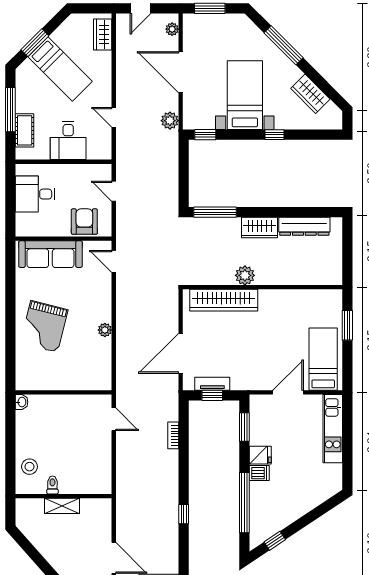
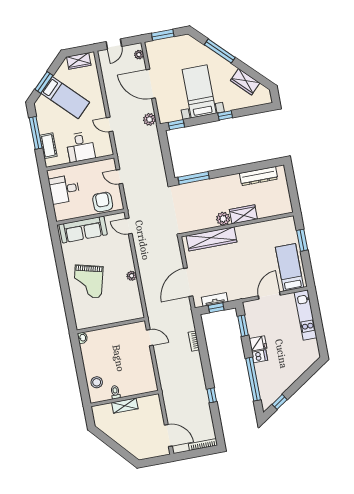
wardrobe: (103, 35) -> (79, 61), moved, turned -90
wardrobe: (260, 228) -> (243, 214), moved, turned 180

